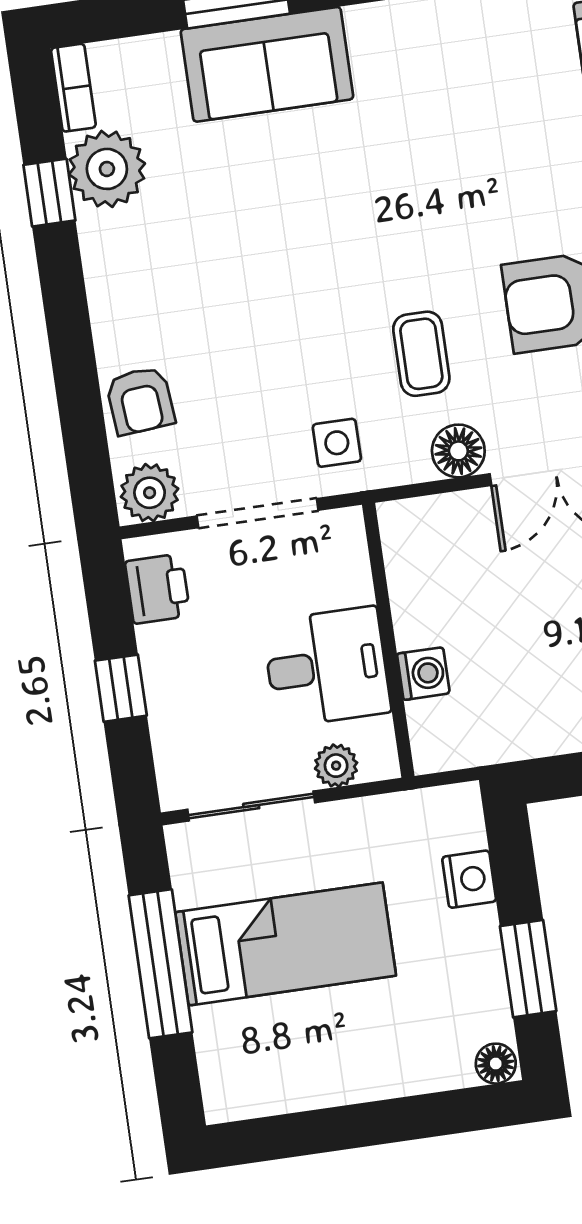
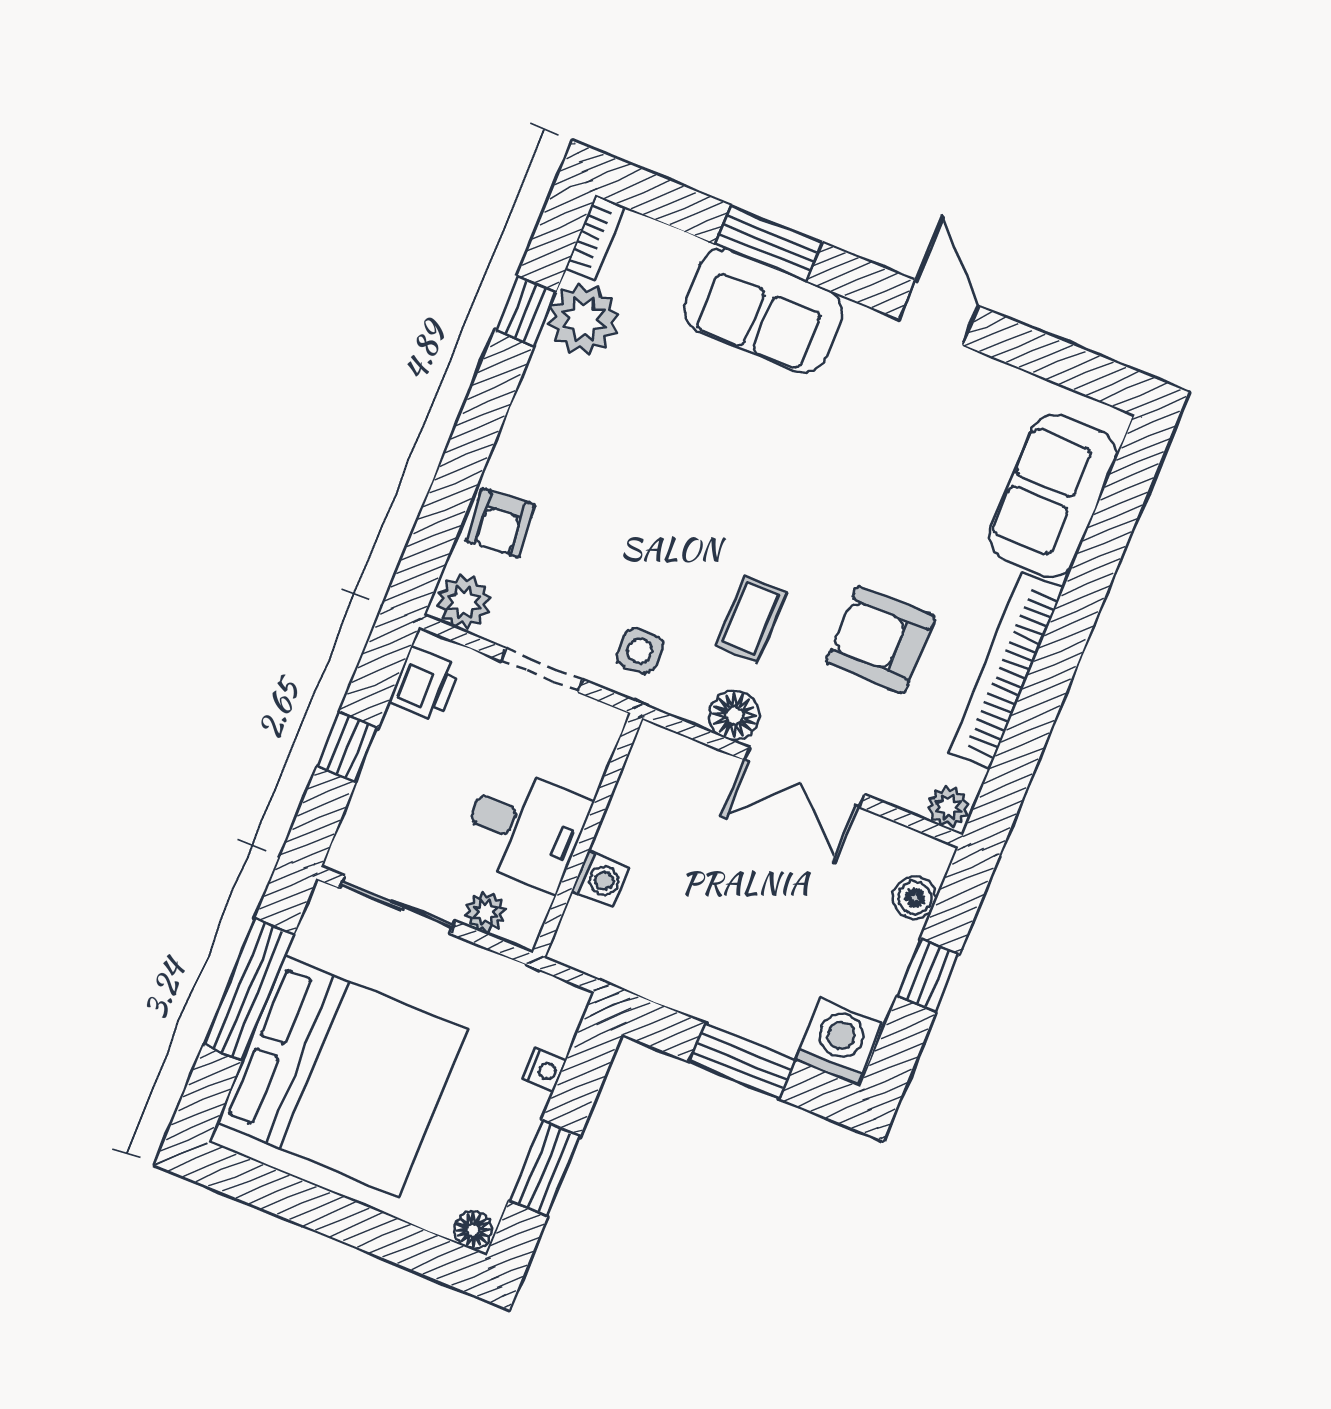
doorway: (258, 513) -> (542, 670), width x0.73
nightstand: (469, 879) -> (545, 1070), width x0.72, depth x0.74
bed: (286, 944) -> (342, 1076), width x2.04

